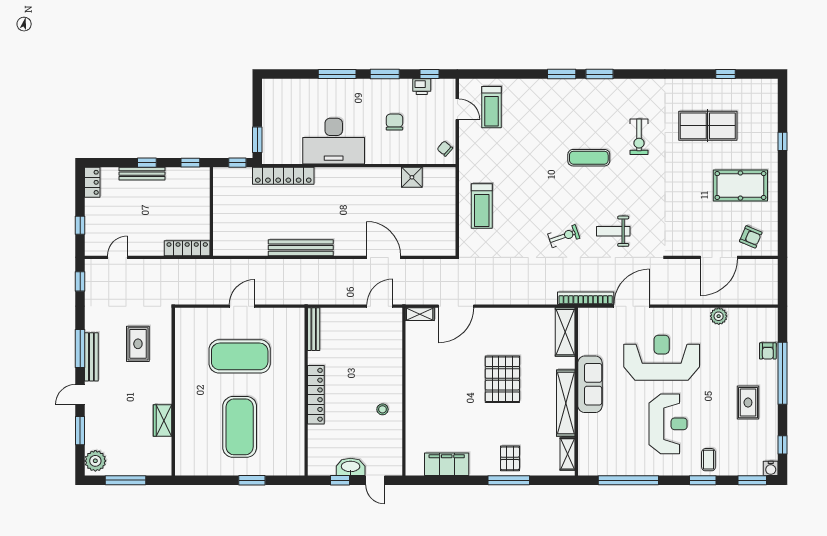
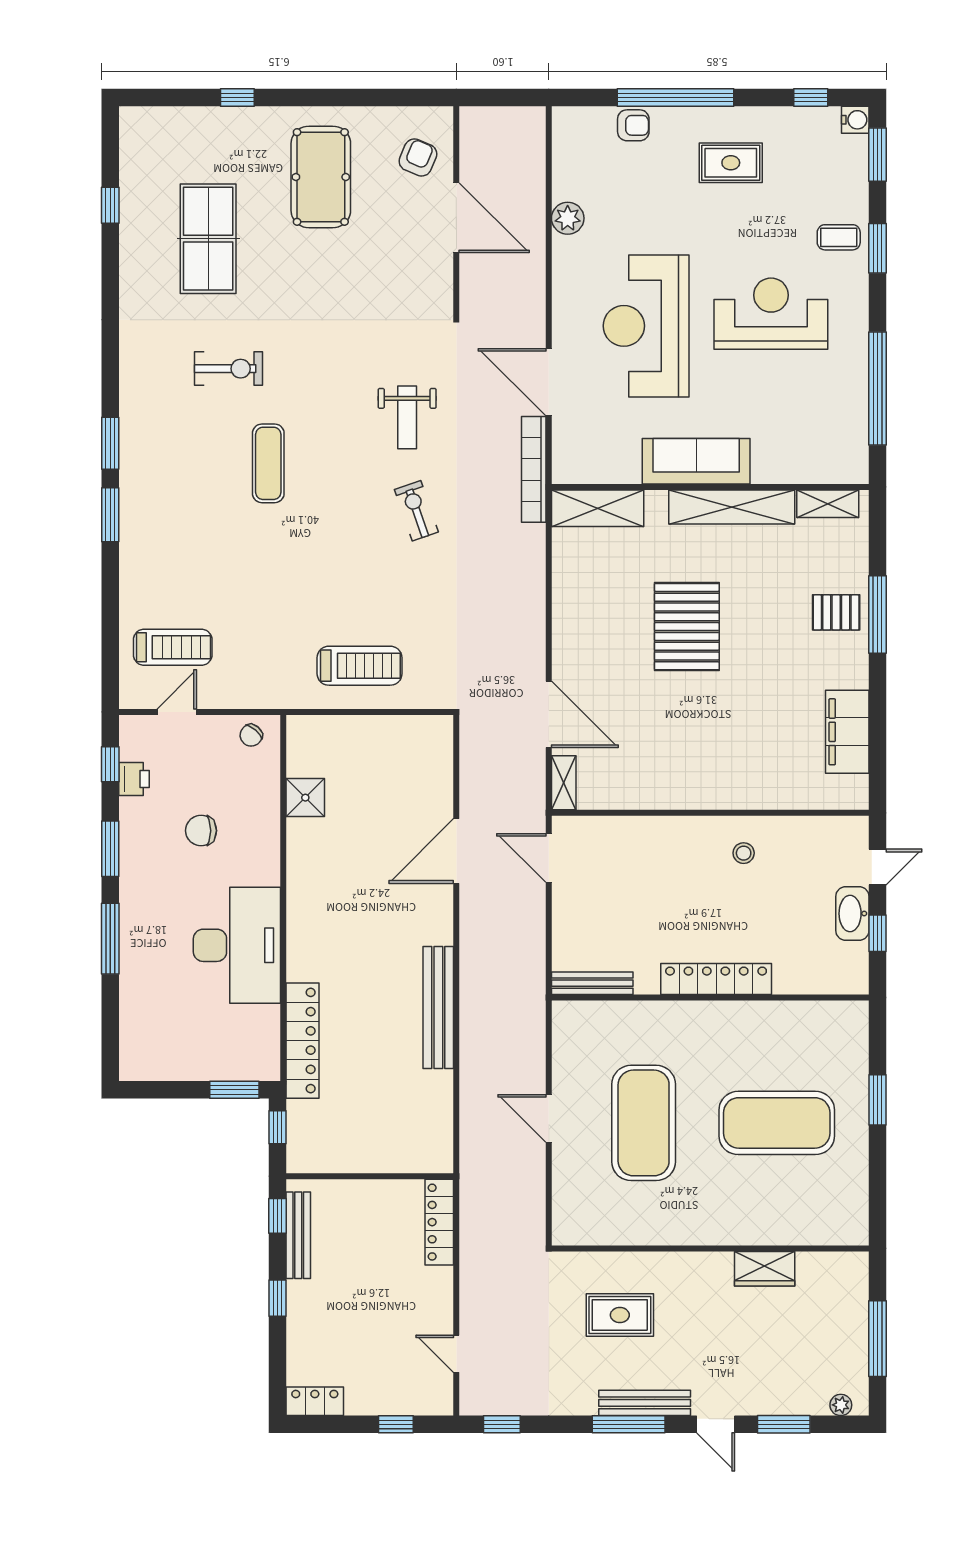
bench: (142, 174) -> (298, 1235), moved
pallet: (502, 379) -> (687, 627), turned 90
plant: (95, 461) -> (841, 1405), width x0.53, depth x0.53

